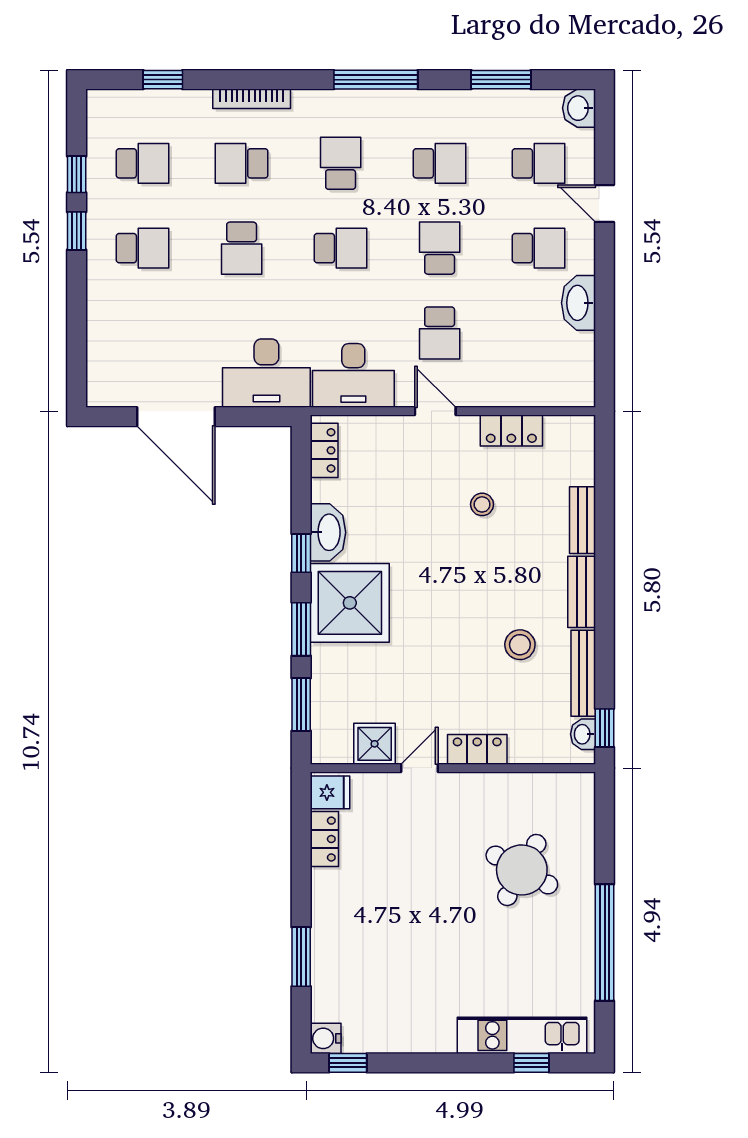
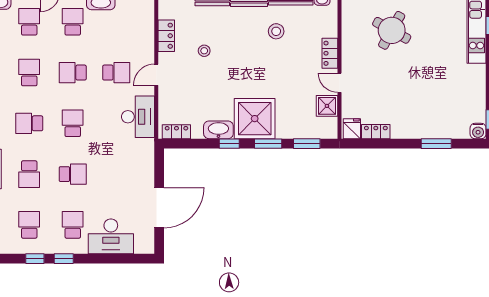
desk: (266, 373) -> (111, 236), moved, turned 90

